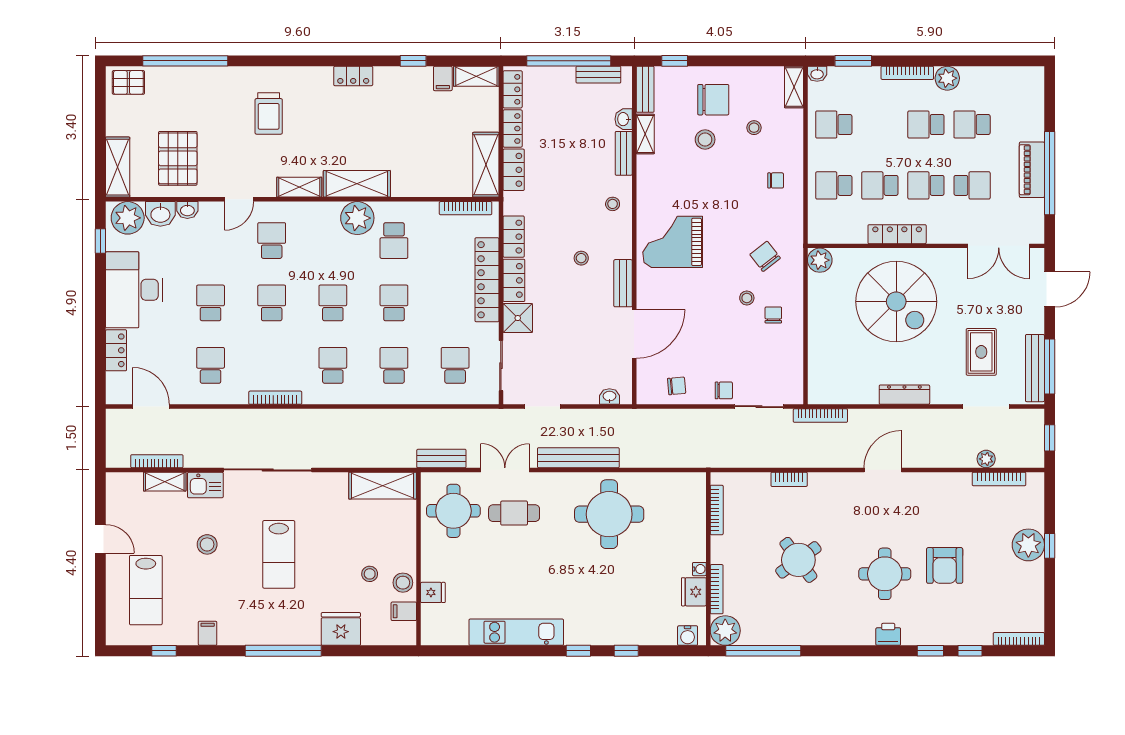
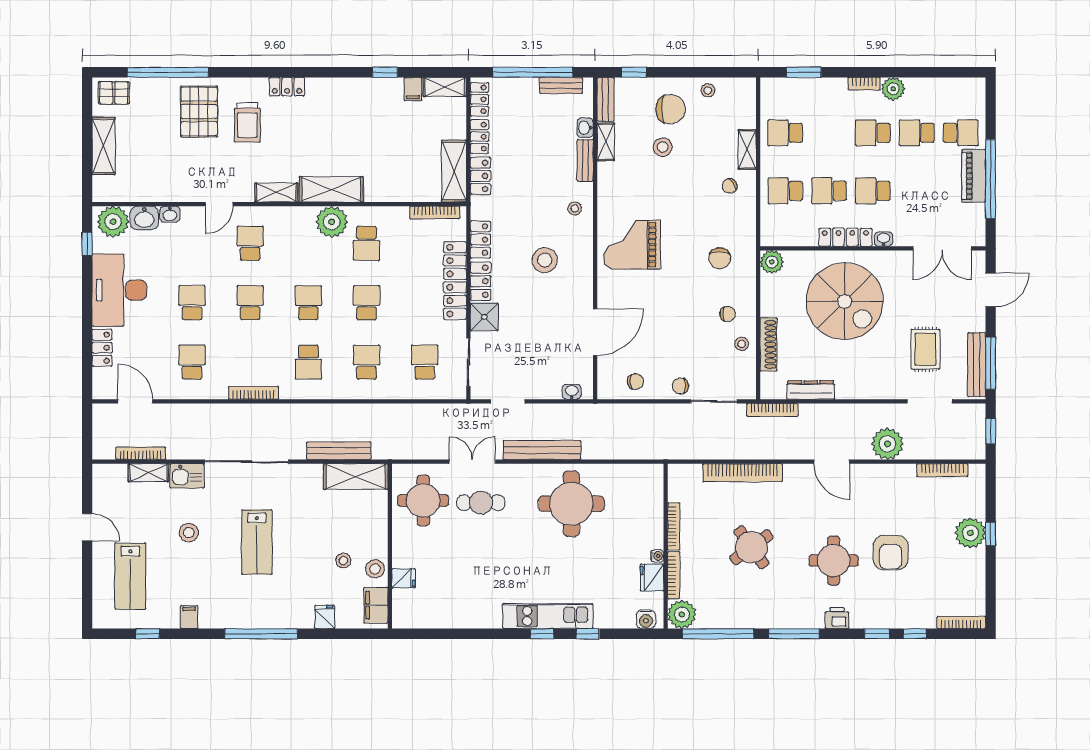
bookcase: (907, 73) -> (864, 84), width x0.64
washbasin: (817, 74) -> (884, 239), moved, turned 180
locker: (353, 76) -> (287, 87), moved
shelving: (794, 87) -> (747, 149), moved
stool: (754, 128) -> (708, 90), moved
pallet: (178, 158) -> (199, 111), moved
shelving: (118, 167) -> (104, 146), moved
chair: (776, 180) -> (730, 186), turned 144
school desk: (972, 185) -> (961, 133), moved
chair: (765, 256) -> (720, 258), turned -142
stool: (581, 258) -> (545, 260), width x1.89, depth x1.89
bench: (623, 283) -> (585, 284), removed
stool: (747, 298) -> (742, 344), moved
chair: (773, 315) -> (728, 314), turned 90
shoe rack: (816, 347) -> (768, 344), added
school desk: (333, 365) -> (308, 362), turned 180
chair: (724, 390) -> (680, 386), turned 180
dresser: (904, 395) -> (811, 390), moved
bench: (441, 458) -> (339, 451), moved, width x1.36
plant: (986, 459) -> (887, 444), moved, width x1.87, depth x1.87
door: (883, 470) -> (832, 462), swing flipped
bookcase: (789, 479) -> (743, 473), width x2.31, depth x1.31
bookcase: (717, 510) -> (674, 526), moved
filing cabinet: (404, 611) -> (376, 605), width x2.00
fridge: (341, 629) -> (325, 617), width x0.53, depth x0.75
kitchen unit: (516, 632) -> (548, 616), moved
window: (843, 651) -> (794, 634), added

